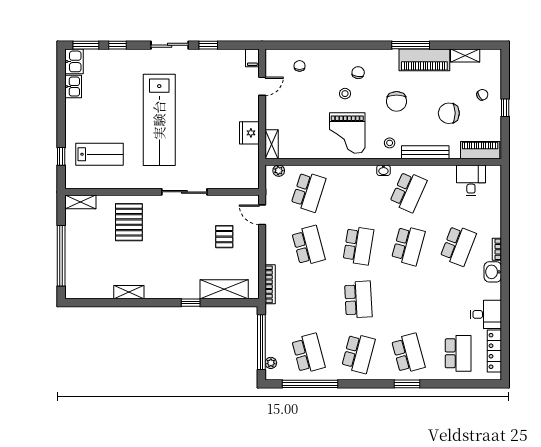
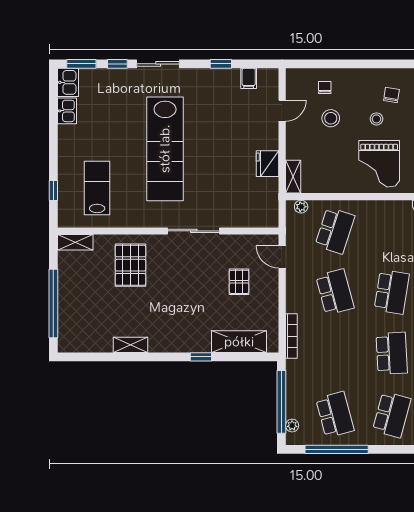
sliding door: (170, 45) -> (158, 64), moved
filing cabinet: (252, 58) -> (249, 78), moved
stool: (305, 93) -> (331, 118), added
lab bench: (100, 154) -> (97, 188), turned -90

